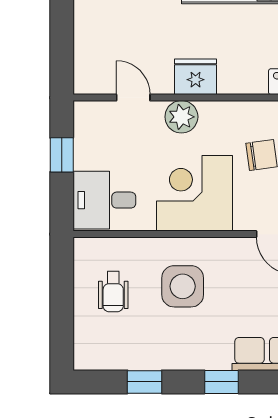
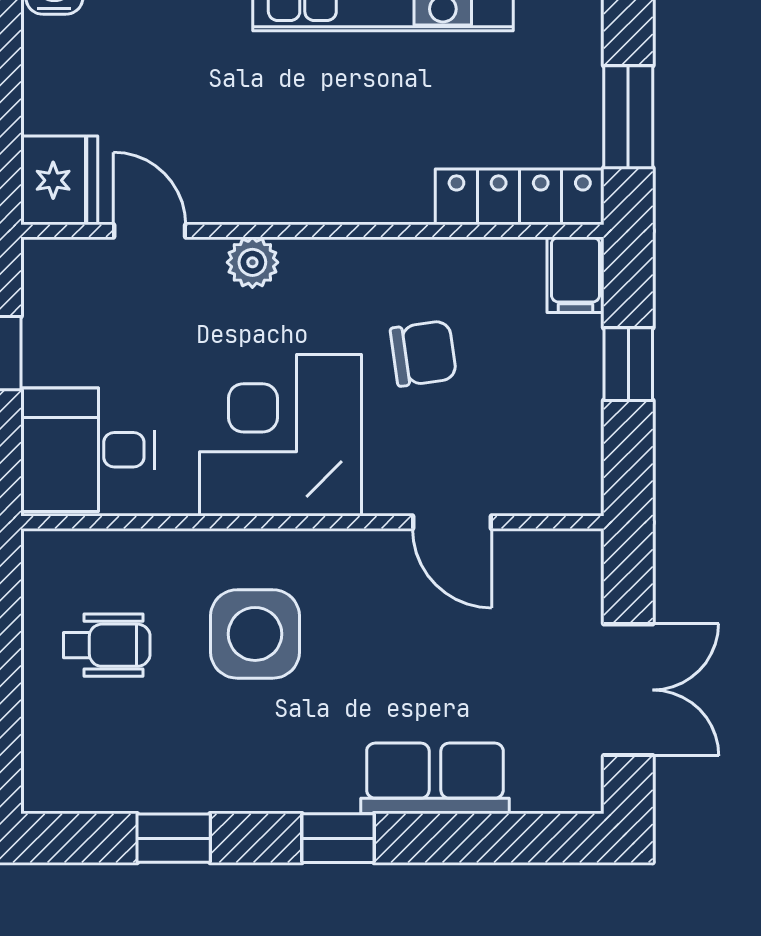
fridge: (196, 77) -> (59, 180), moved, turned 90
plant: (181, 117) -> (252, 262), width x0.73, depth x0.73
wheelchair: (113, 292) -> (107, 645), turned -90

